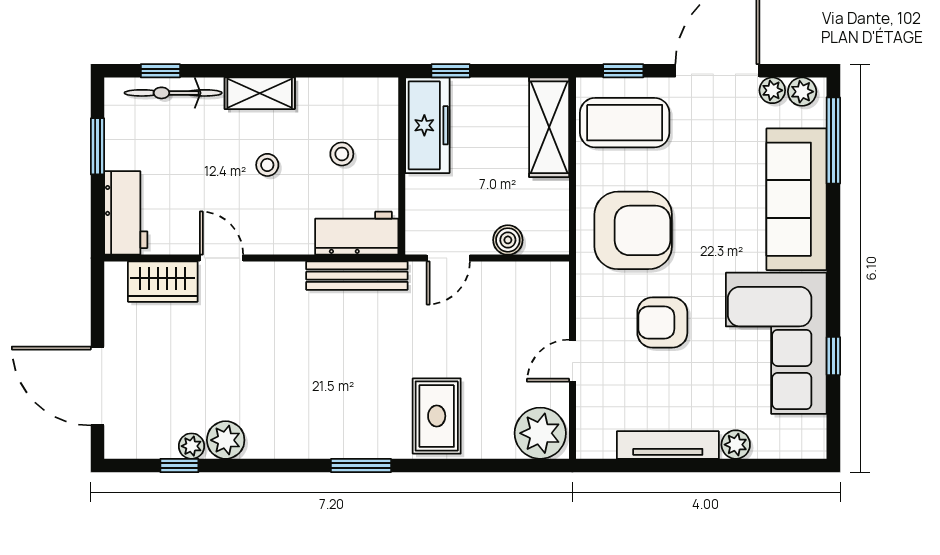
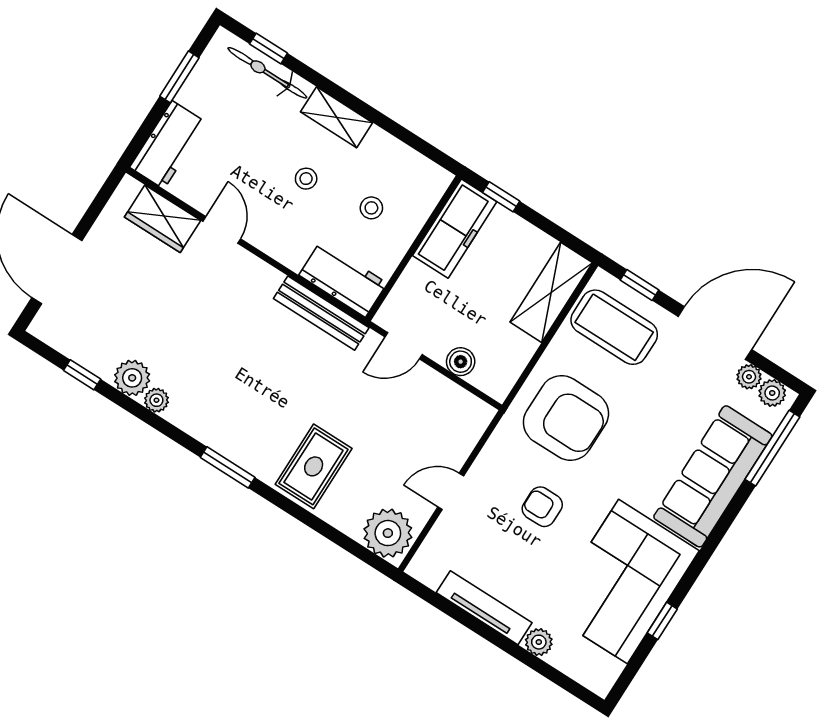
armchair: (662, 323) -> (542, 507), width x0.72, depth x0.72
plant: (191, 446) -> (156, 400), moved

